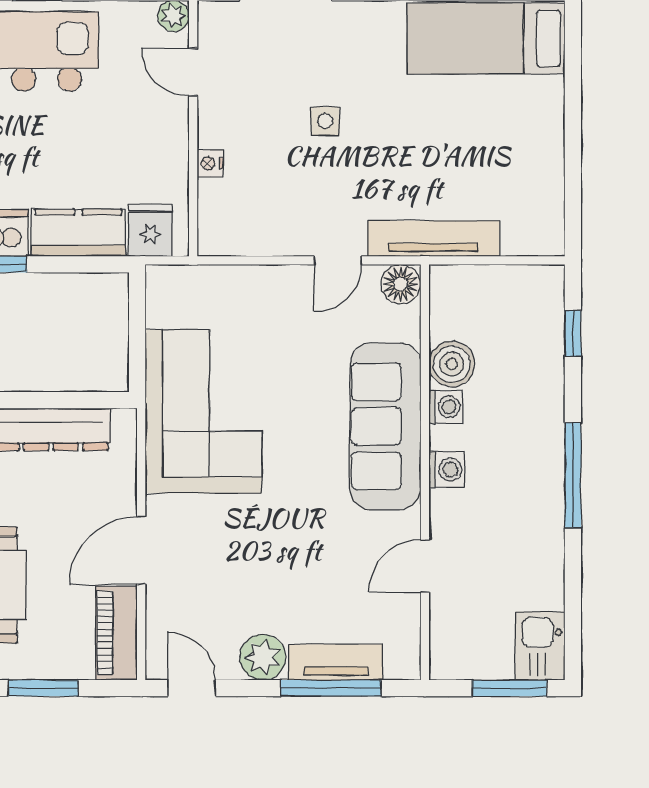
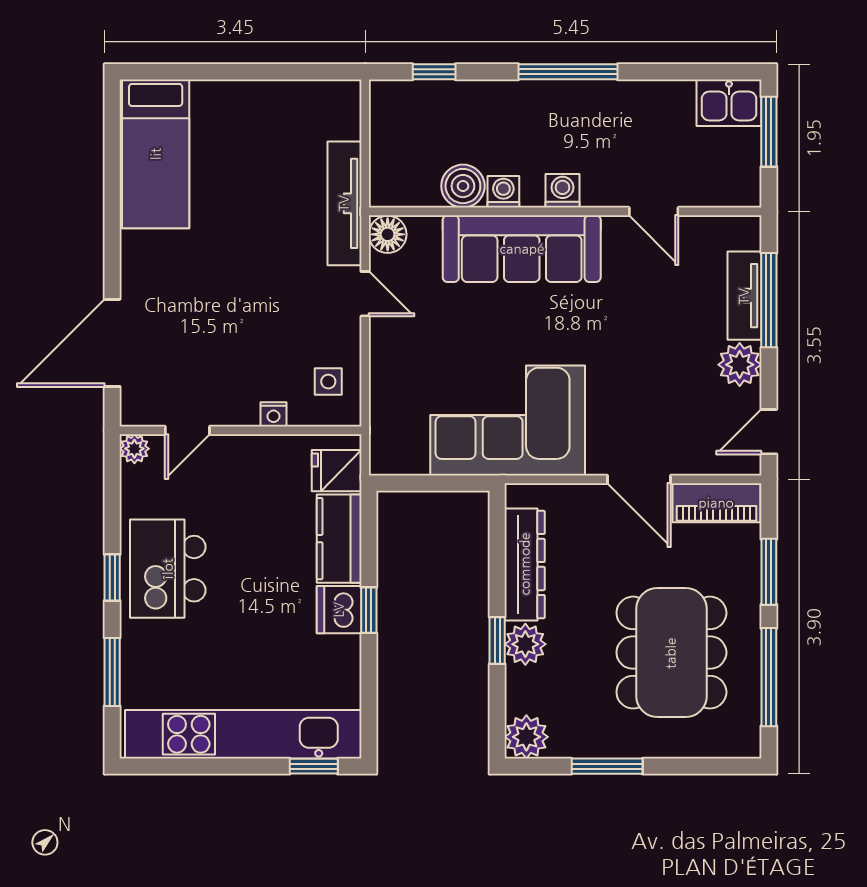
side table: (325, 121) -> (328, 382), moved

